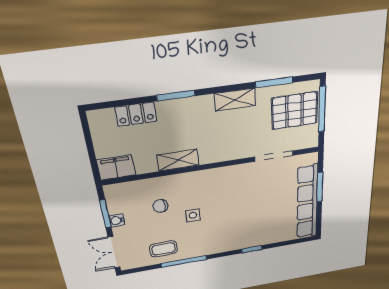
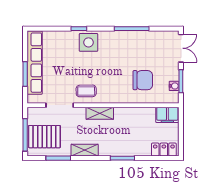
locker: (136, 114) -> (164, 150), moved
shelving: (178, 160) -> (100, 113), moved
chair: (160, 206) -> (143, 80), width x1.87, depth x1.87
side table: (193, 215) -> (89, 42), moved, width x1.87, depth x1.87
water cooler: (117, 221) -> (174, 86), moved
coffee table: (164, 249) -> (86, 91), moved

